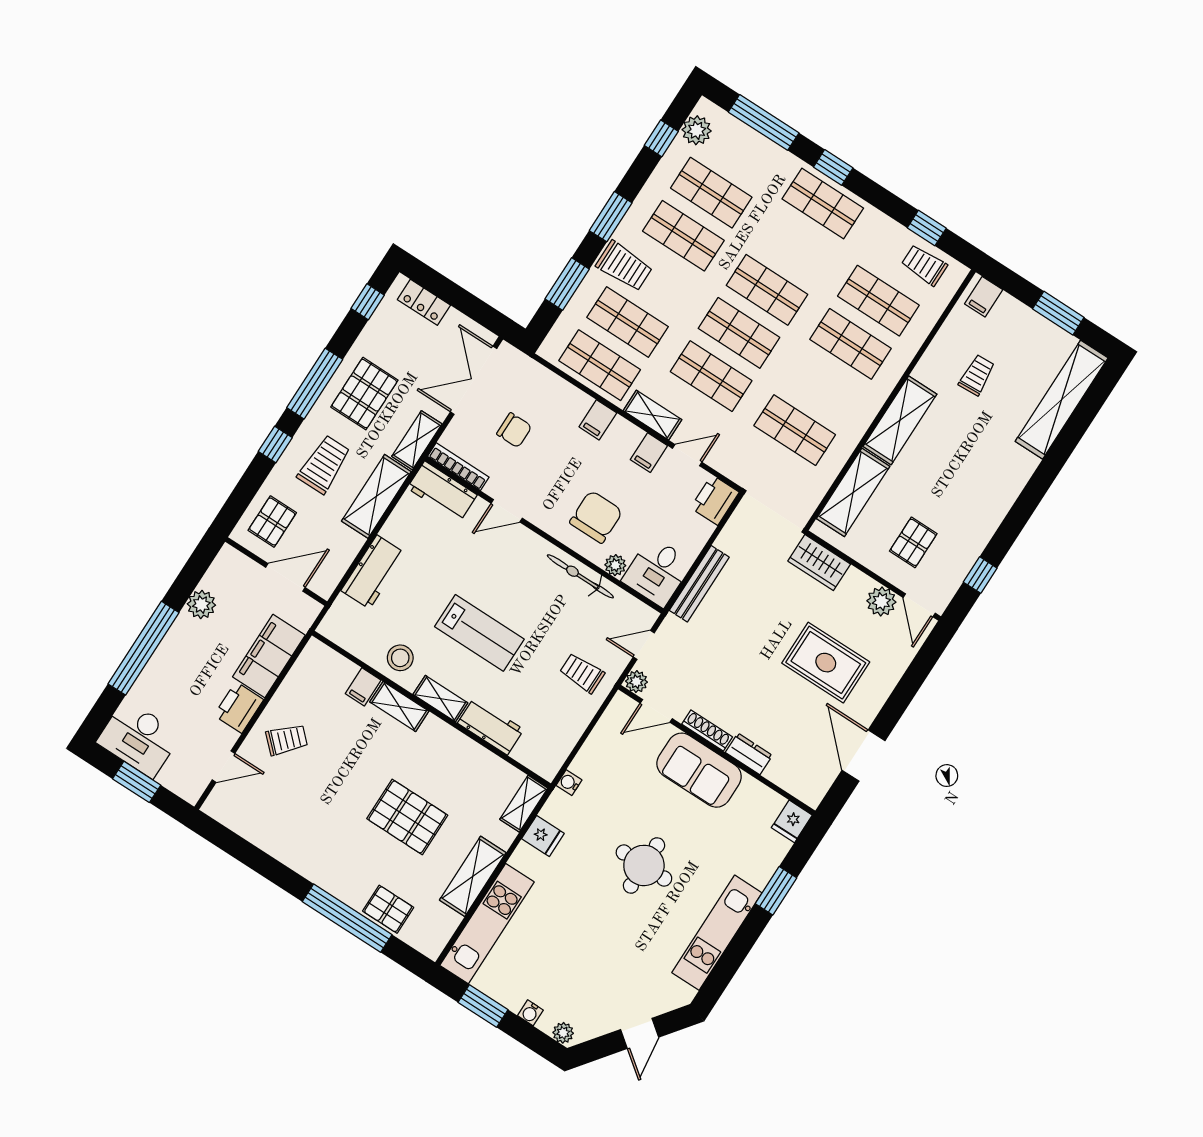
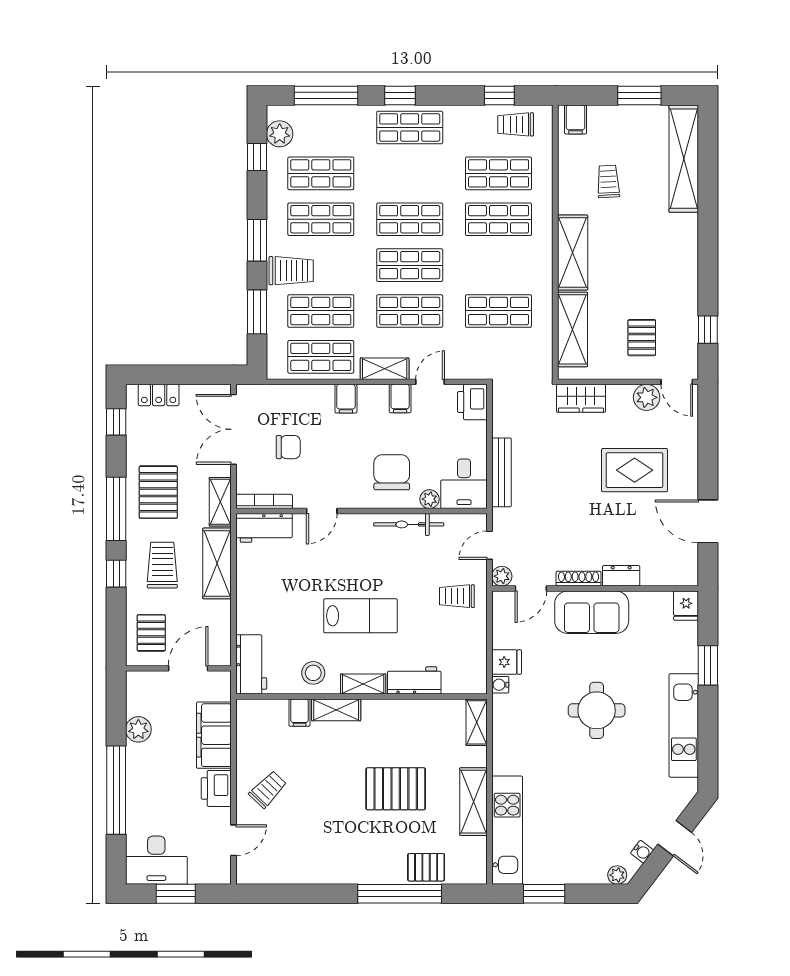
workbench: (373, 572) -> (251, 664), moved
fridge: (543, 836) -> (507, 662), moved
water cooler: (530, 1013) -> (642, 852), moved, turned -53

